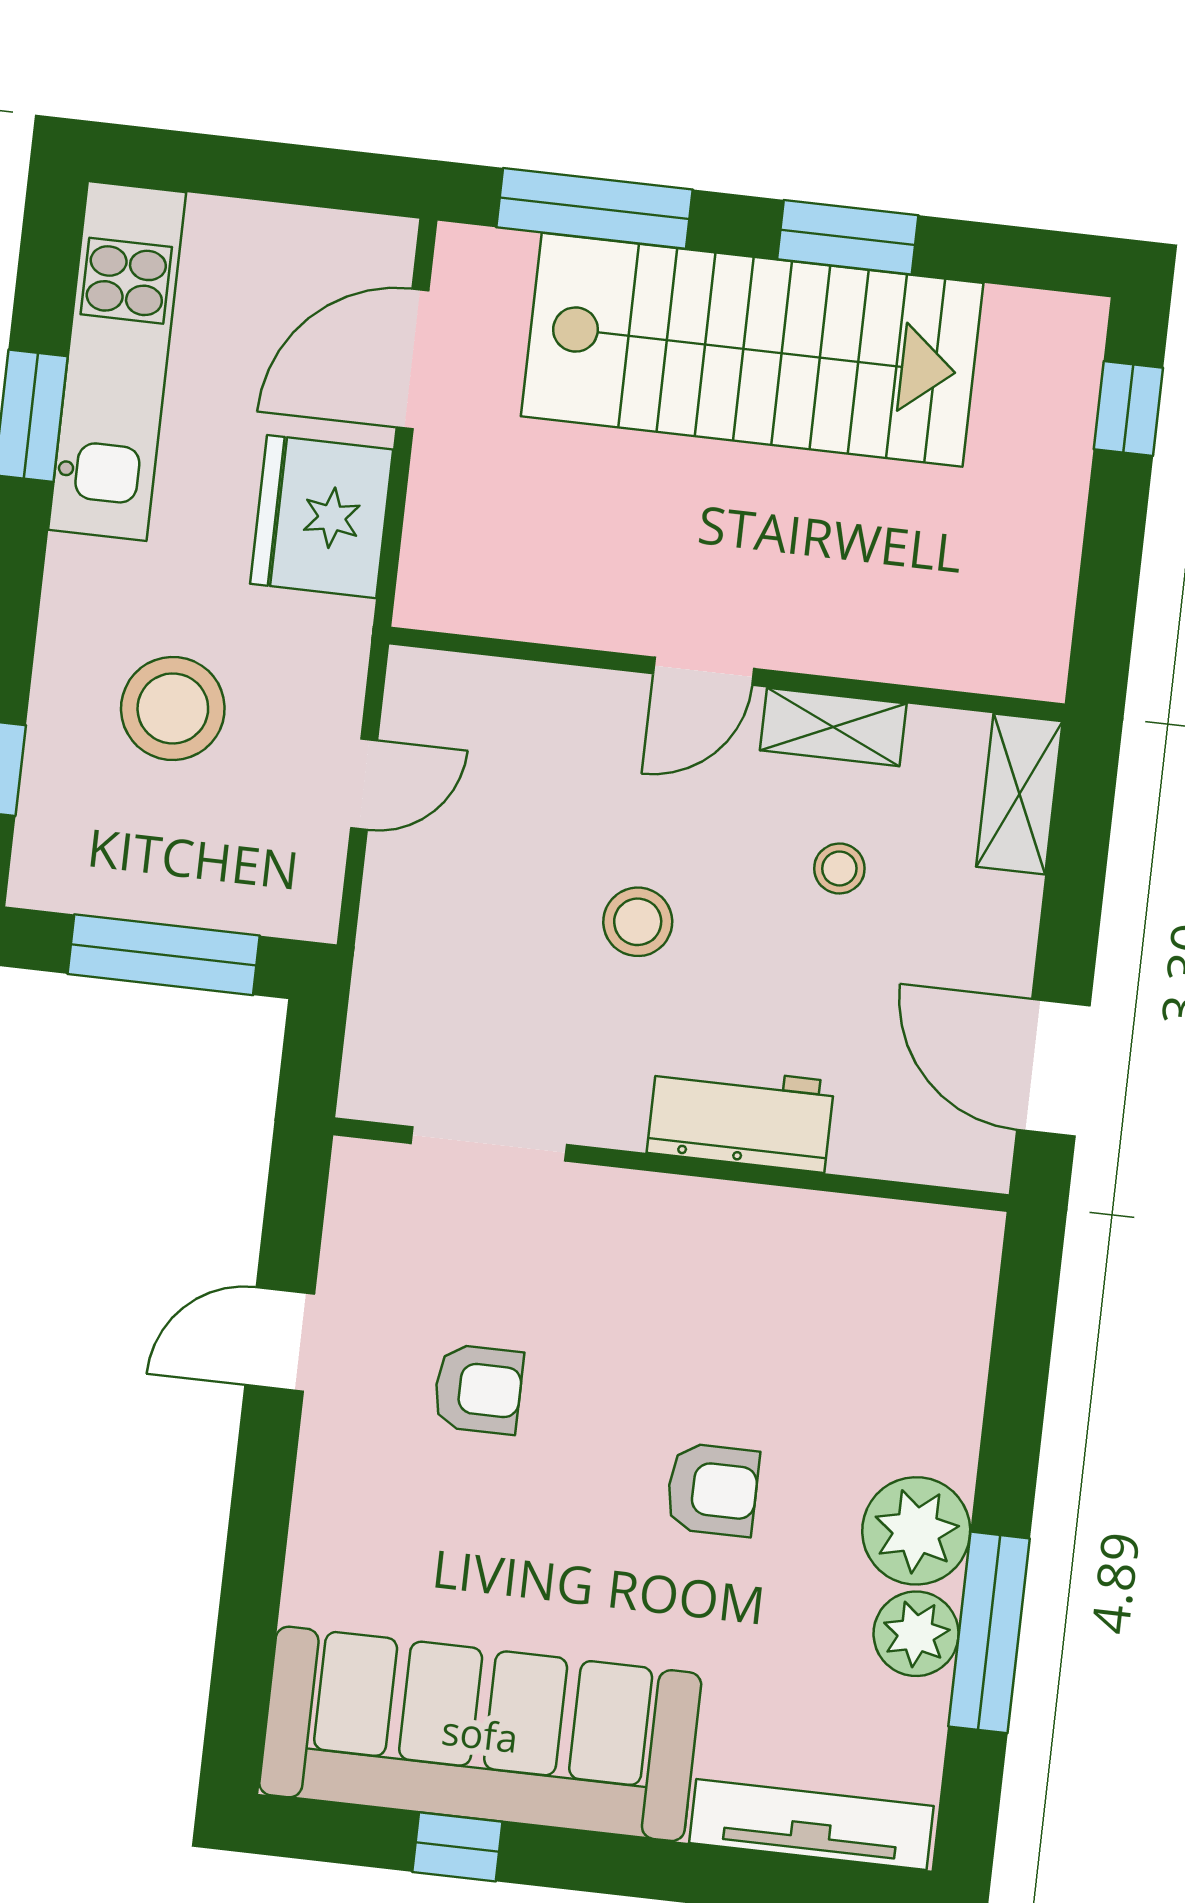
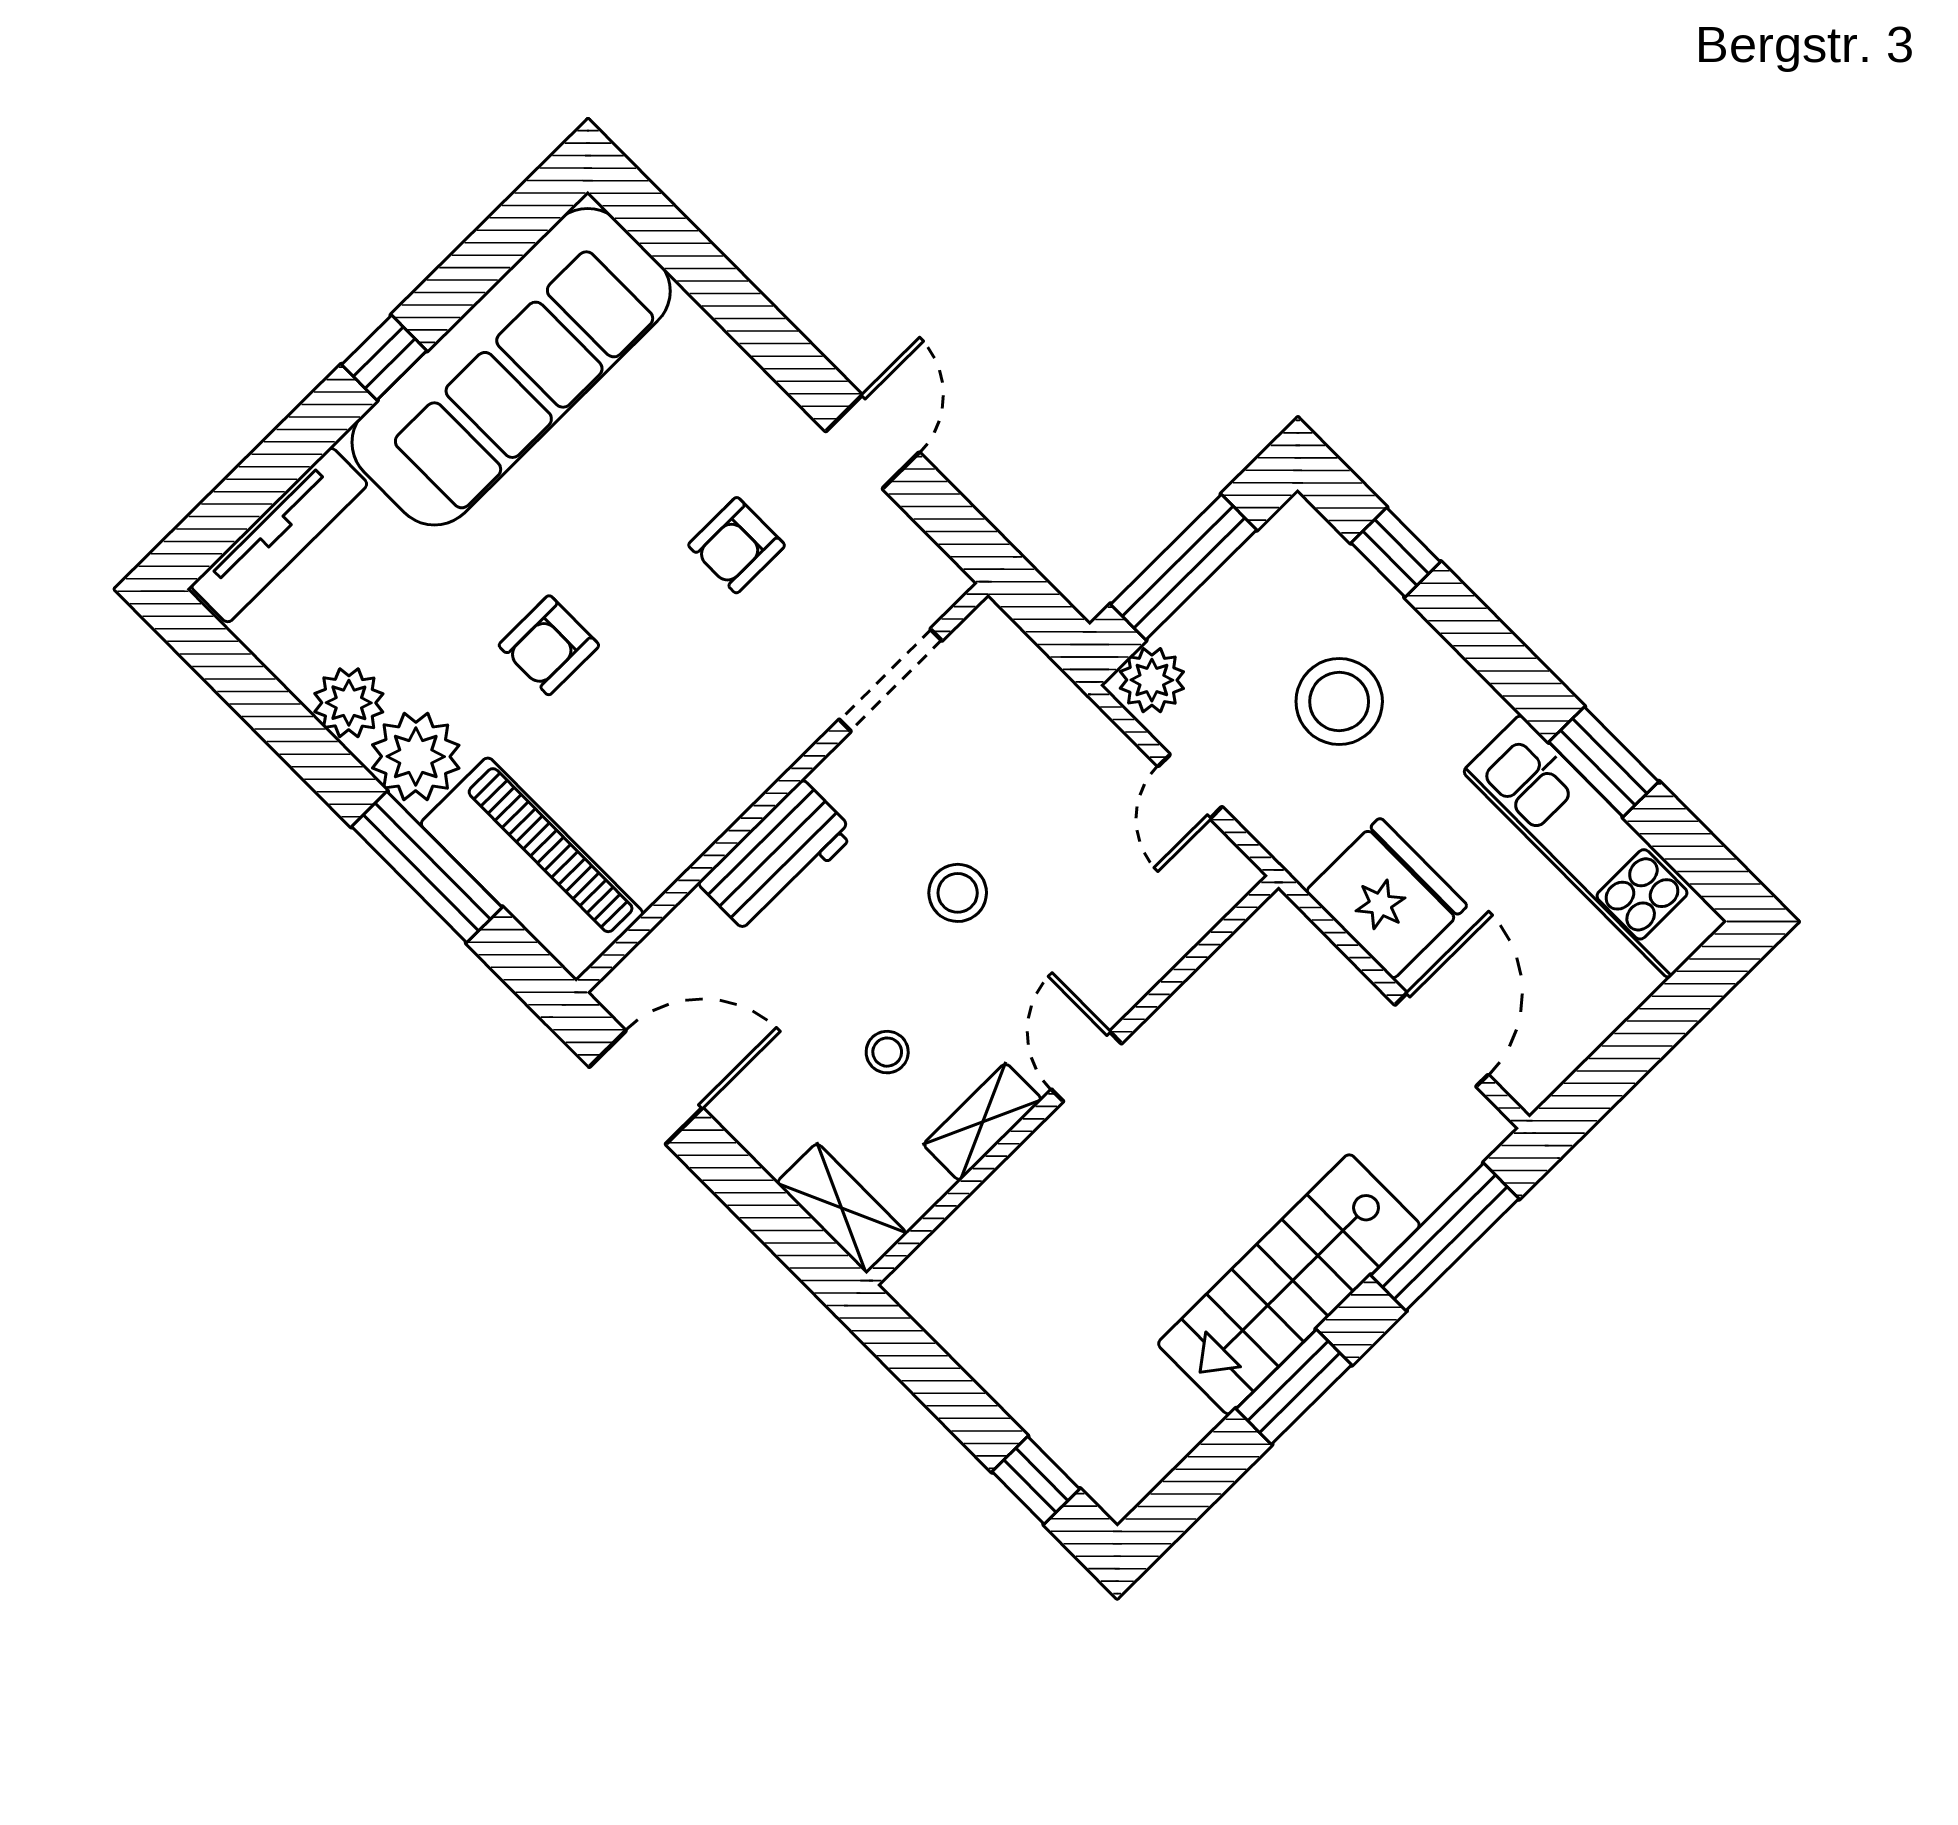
stairs: (752, 350) -> (1289, 1284), width x0.73, depth x0.66
plant: (293, 900) -> (1152, 680), added
piano: (934, 1338) -> (532, 869), added
window: (989, 1632) -> (427, 867), moved
window: (457, 1847) -> (384, 358), moved

